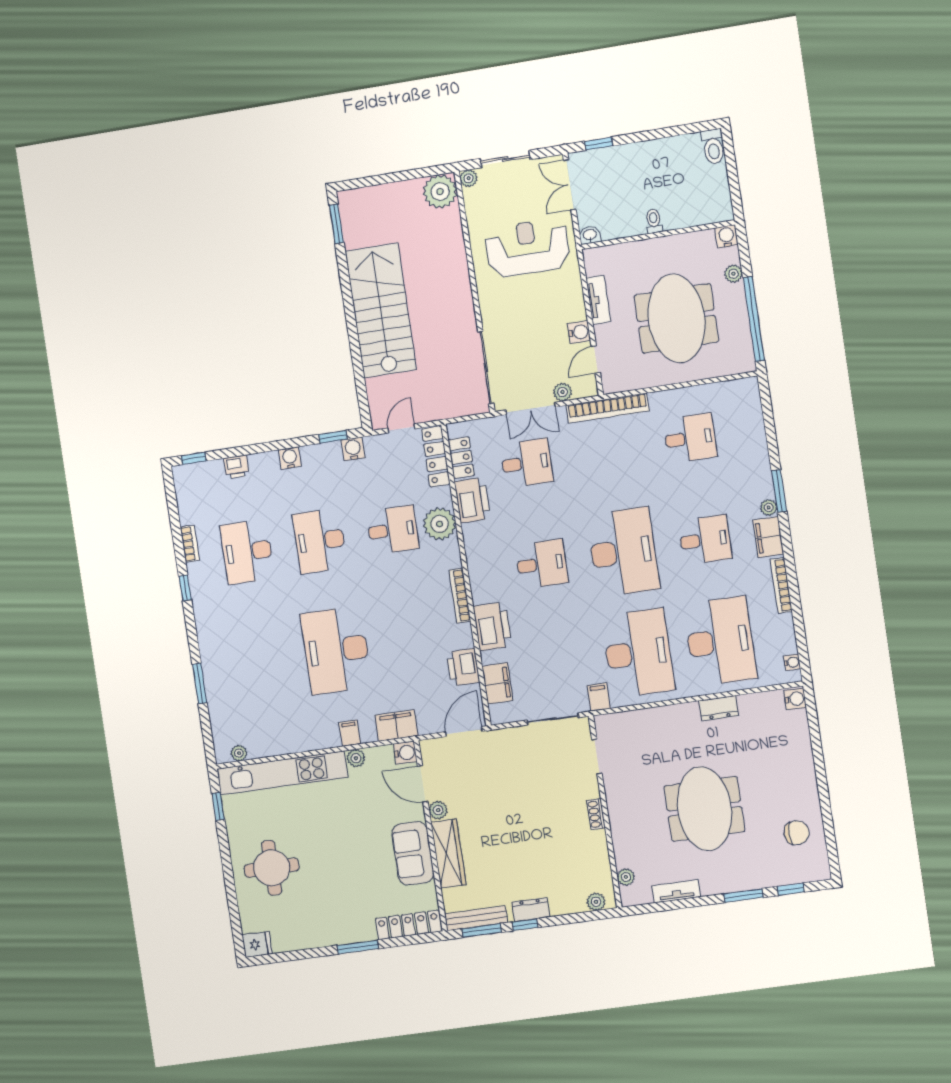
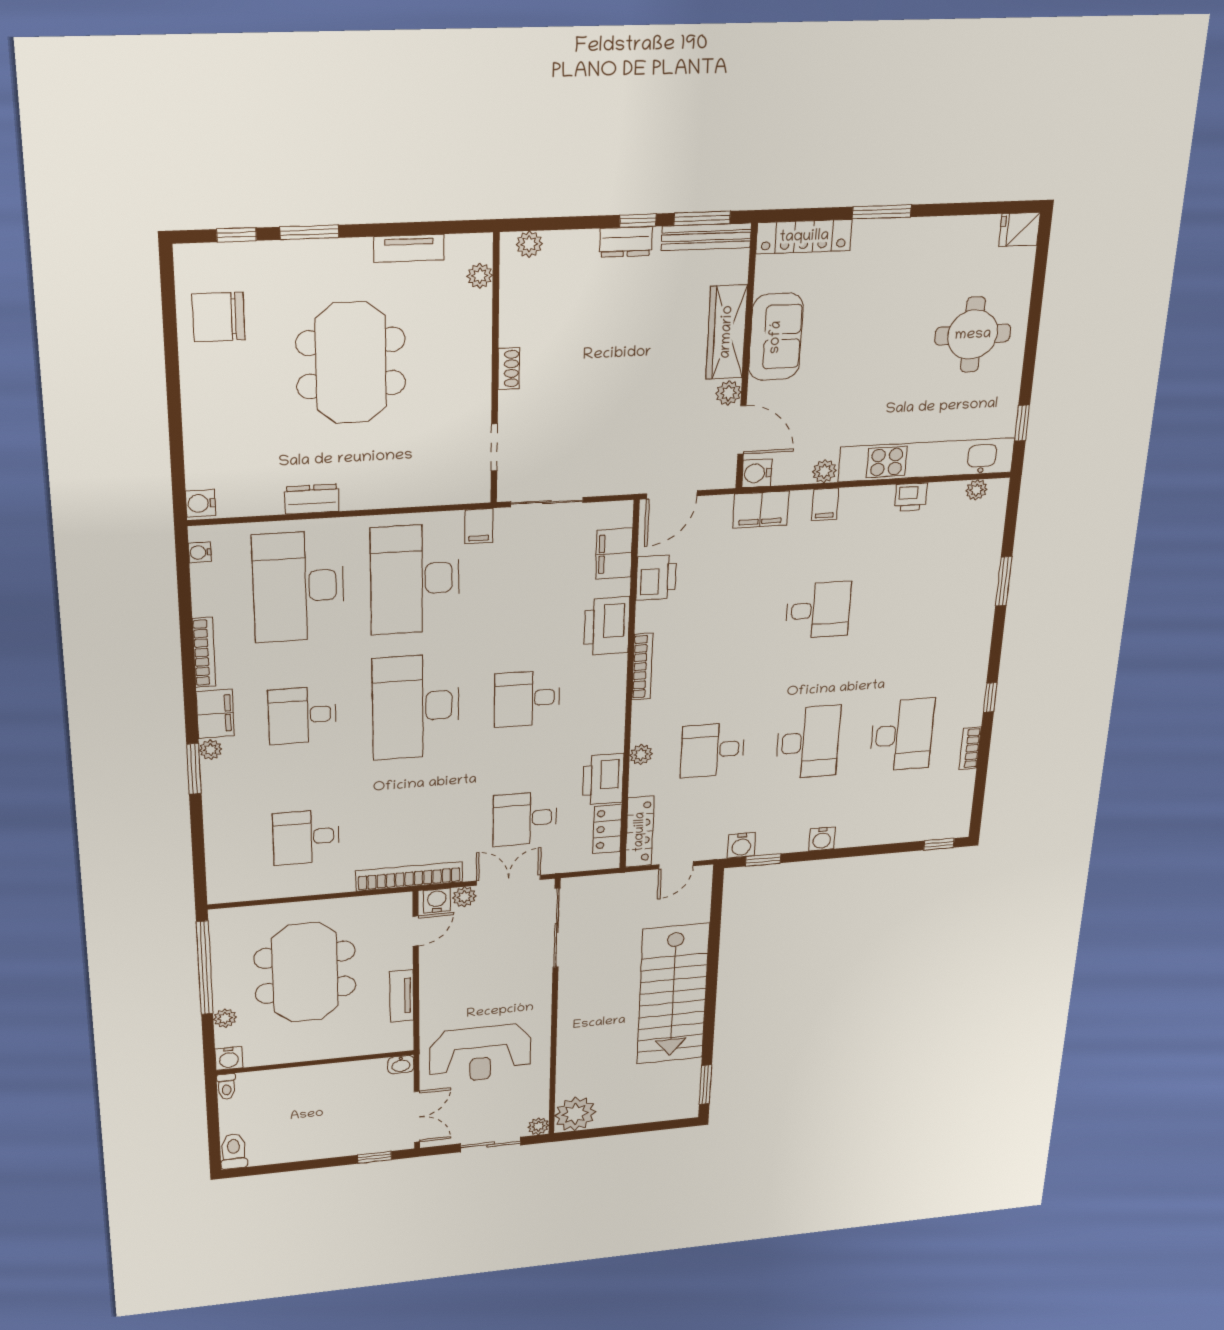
toilet: (654, 221) -> (226, 1086), moved
water cooler: (579, 332) -> (437, 901), moved, turned 90
printer: (236, 467) -> (911, 497), moved, turned 180
plant: (440, 524) -> (641, 755), width x0.53, depth x0.53
desk: (336, 650) -> (818, 610), width x0.53, depth x0.77
chair: (797, 833) -> (218, 317), width x1.37, depth x1.37

